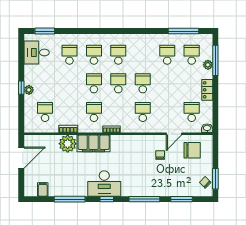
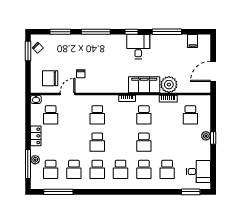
school desk: (118, 83) -> (97, 169), moved
desk: (104, 183) -> (138, 47), width x0.73

